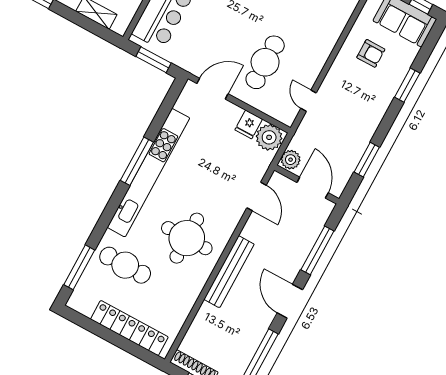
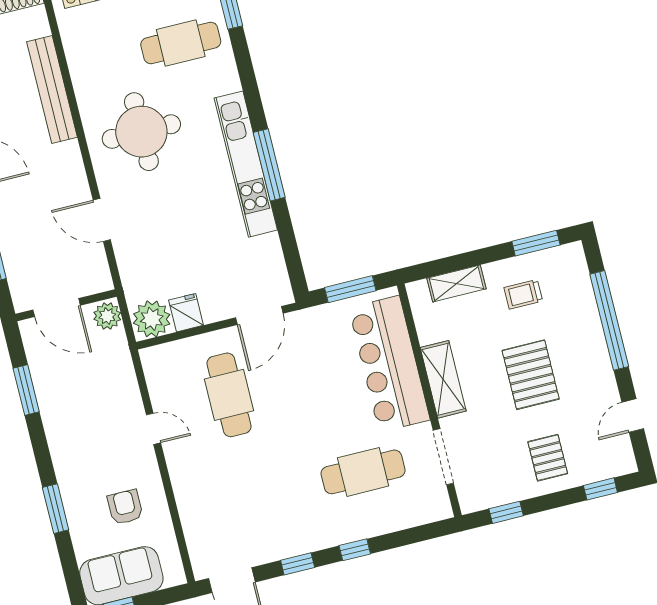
armchair: (371, 53) -> (125, 507), turned 90
door: (309, 101) -> (153, 429), moved
kitchen unit: (148, 173) -> (246, 164), width x0.73
door: (257, 196) -> (102, 220), moved
bench: (229, 272) -> (52, 90), moved

